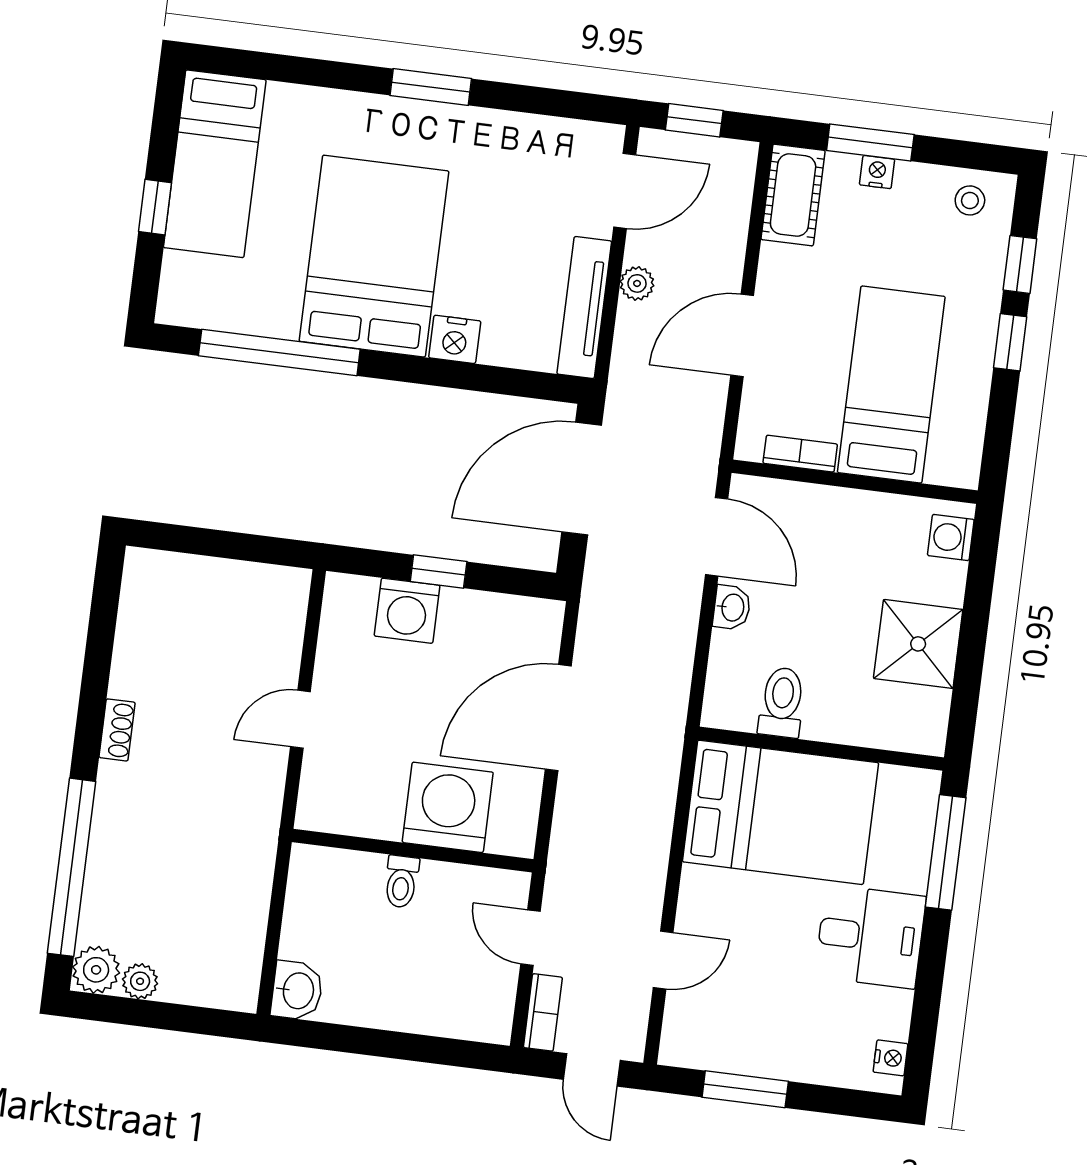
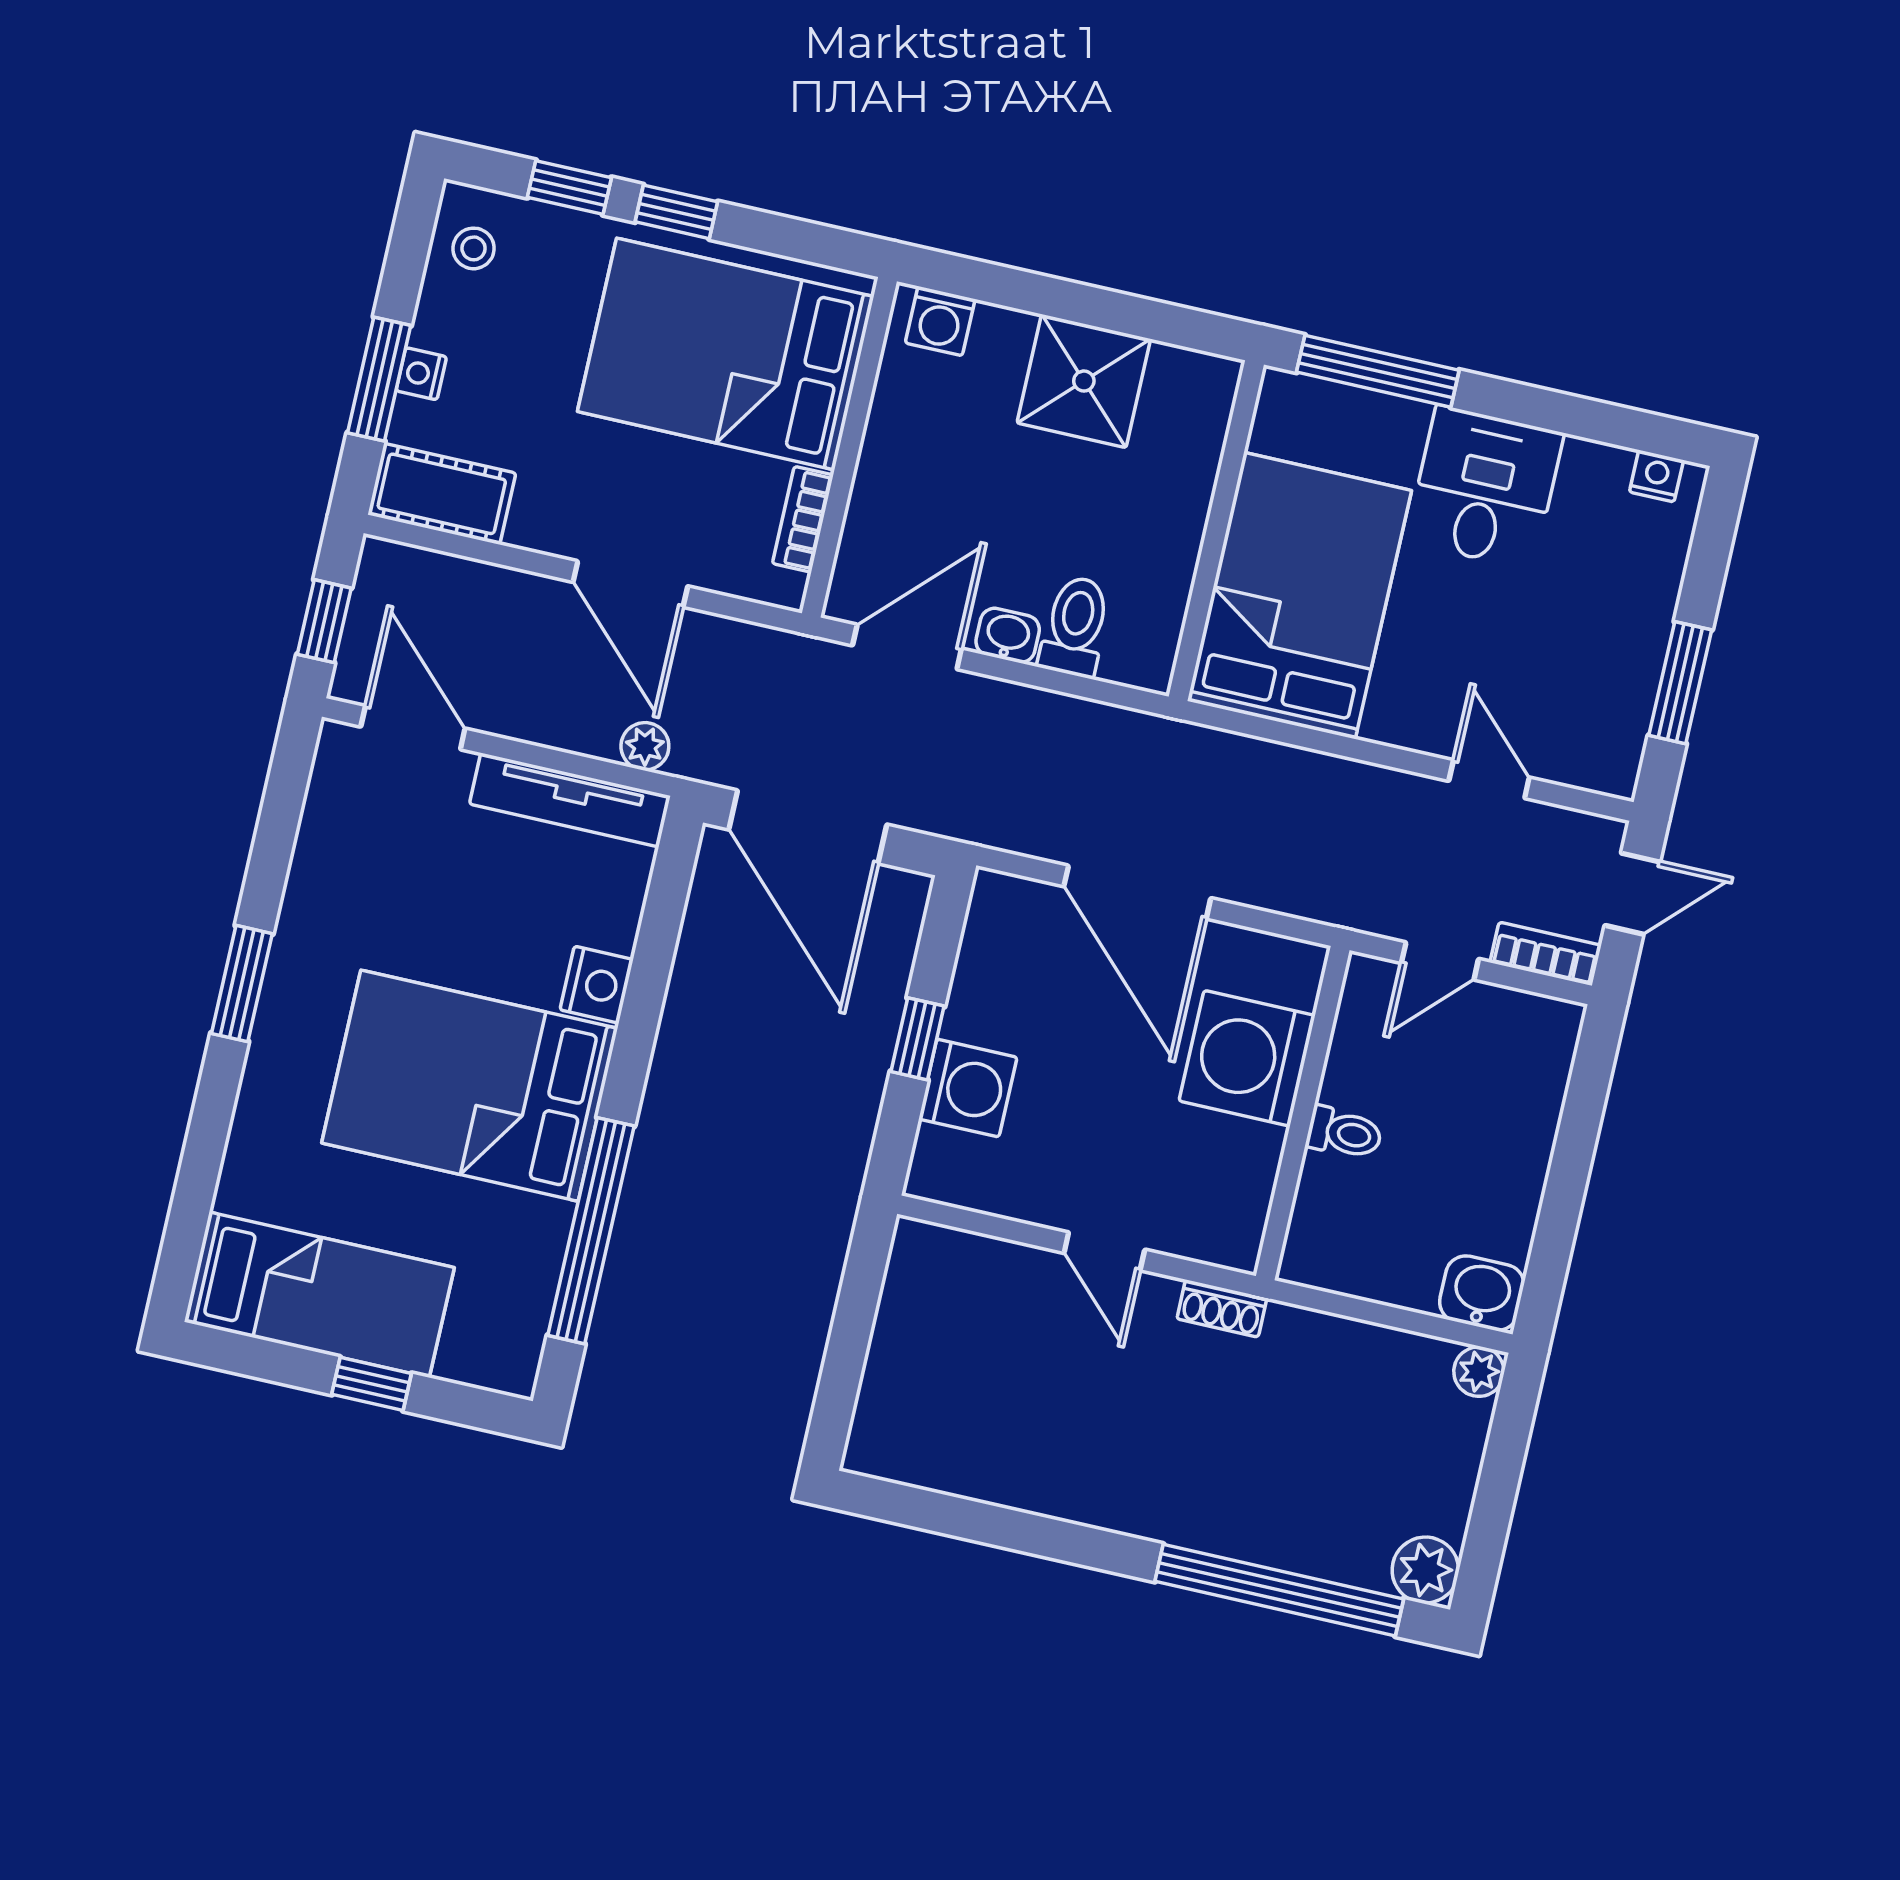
plant: (637, 283) -> (645, 746), moved
bed: (891, 385) -> (726, 354), width x1.50
toilet: (782, 702) -> (1075, 626), moved, turned 90
shoe rack: (117, 730) -> (1222, 1308), moved, turned 180
plant: (140, 981) -> (1479, 1372), moved

